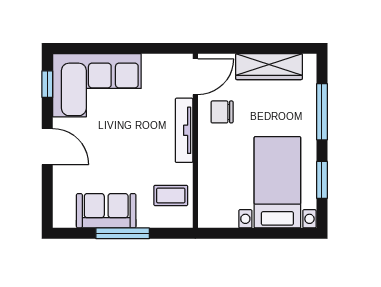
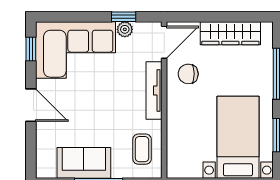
window: (150, 48) -> (124, 17), added
plant: (152, 62) -> (125, 29), added
coffee table: (171, 195) -> (142, 149), turned 90

